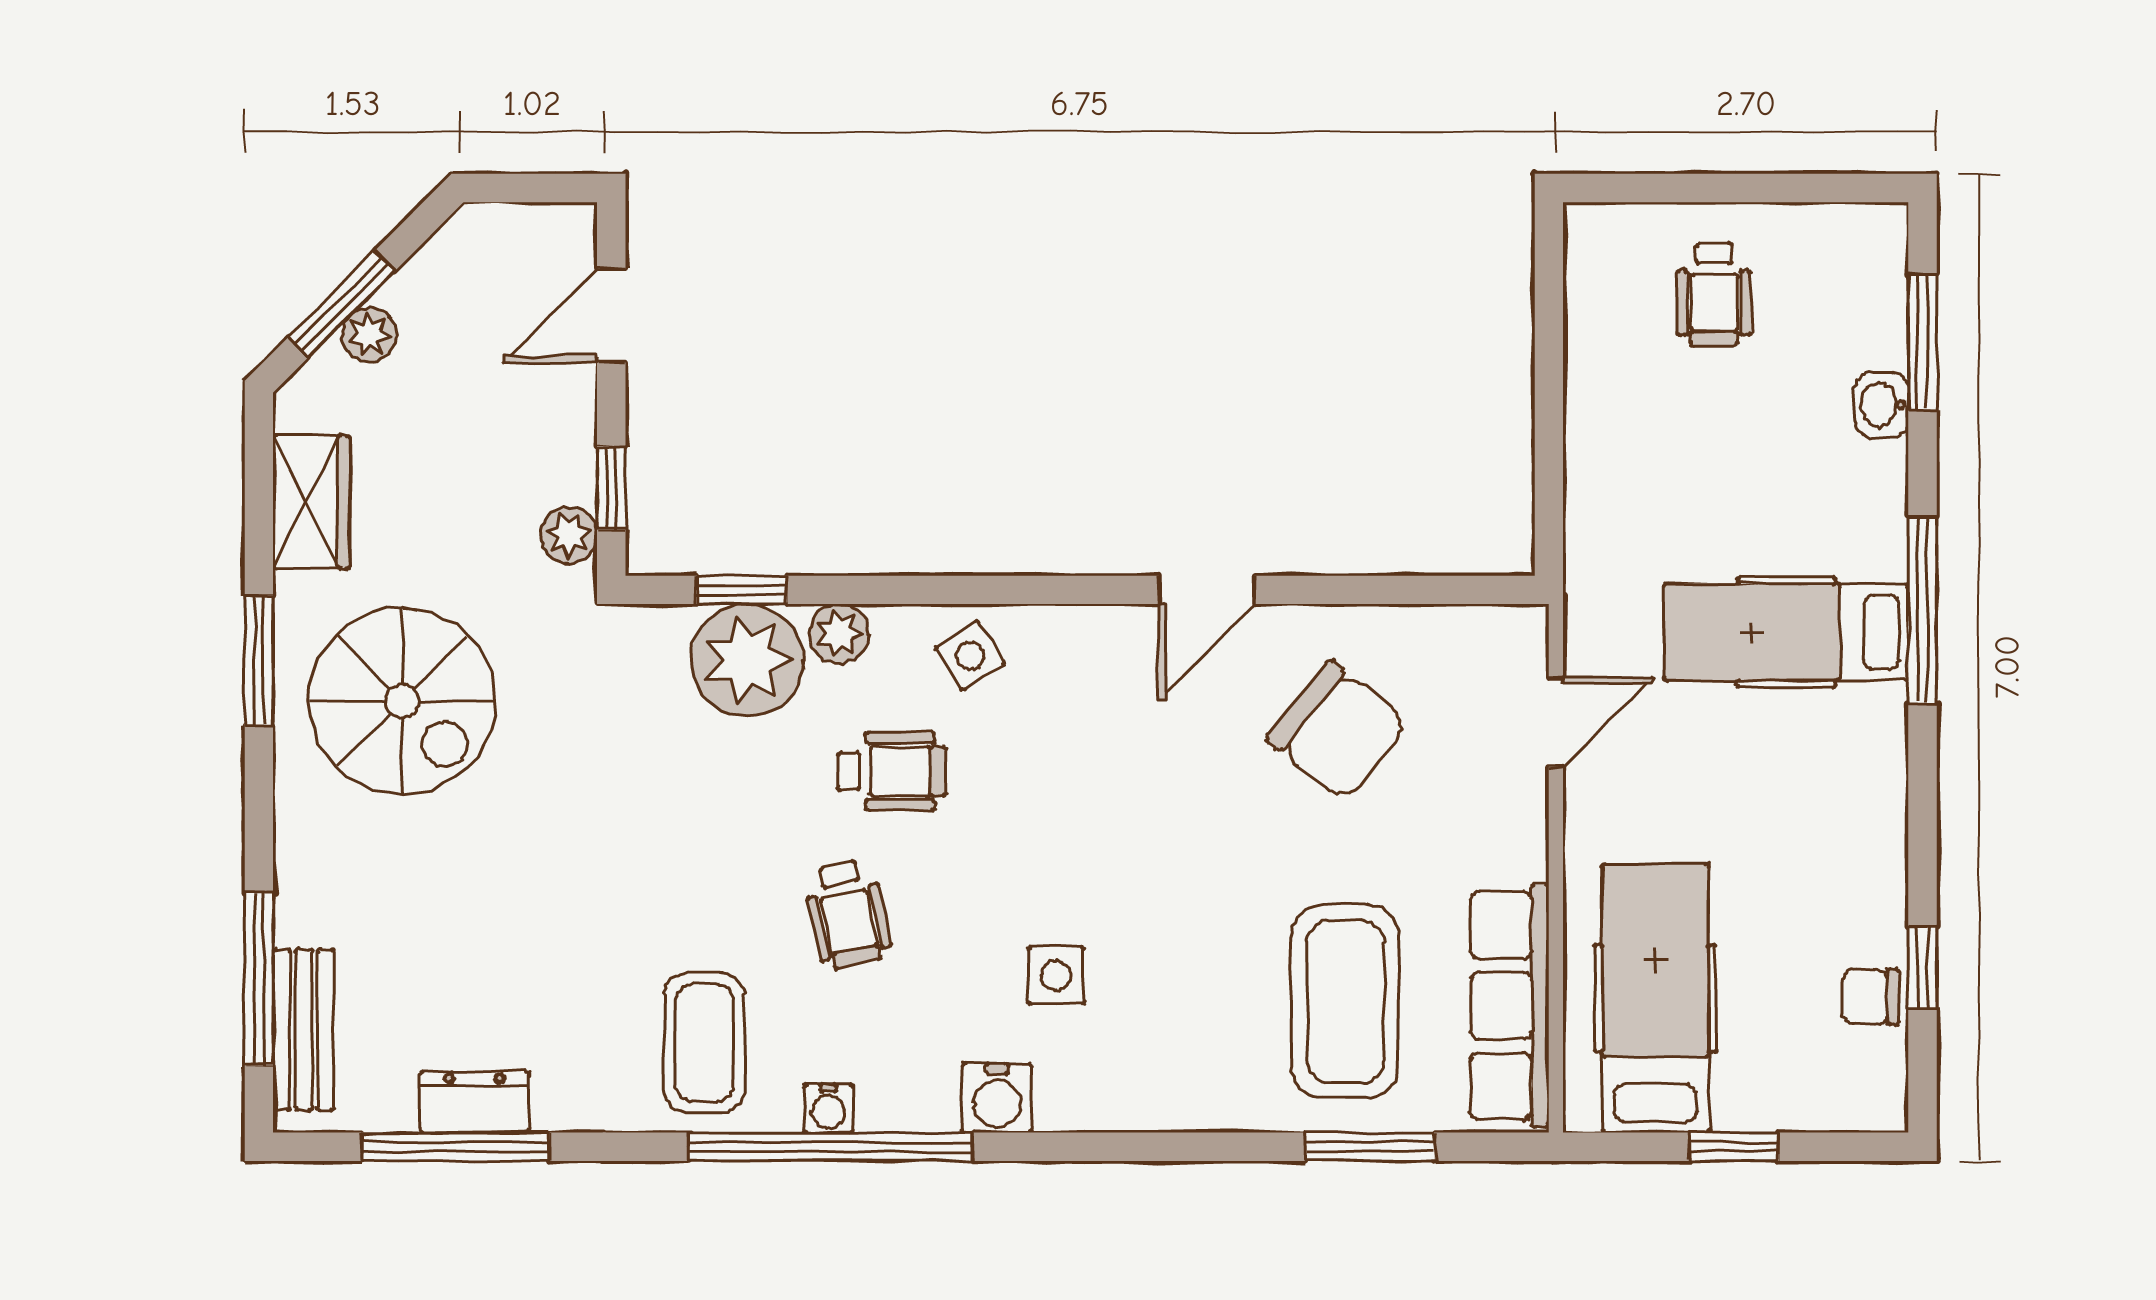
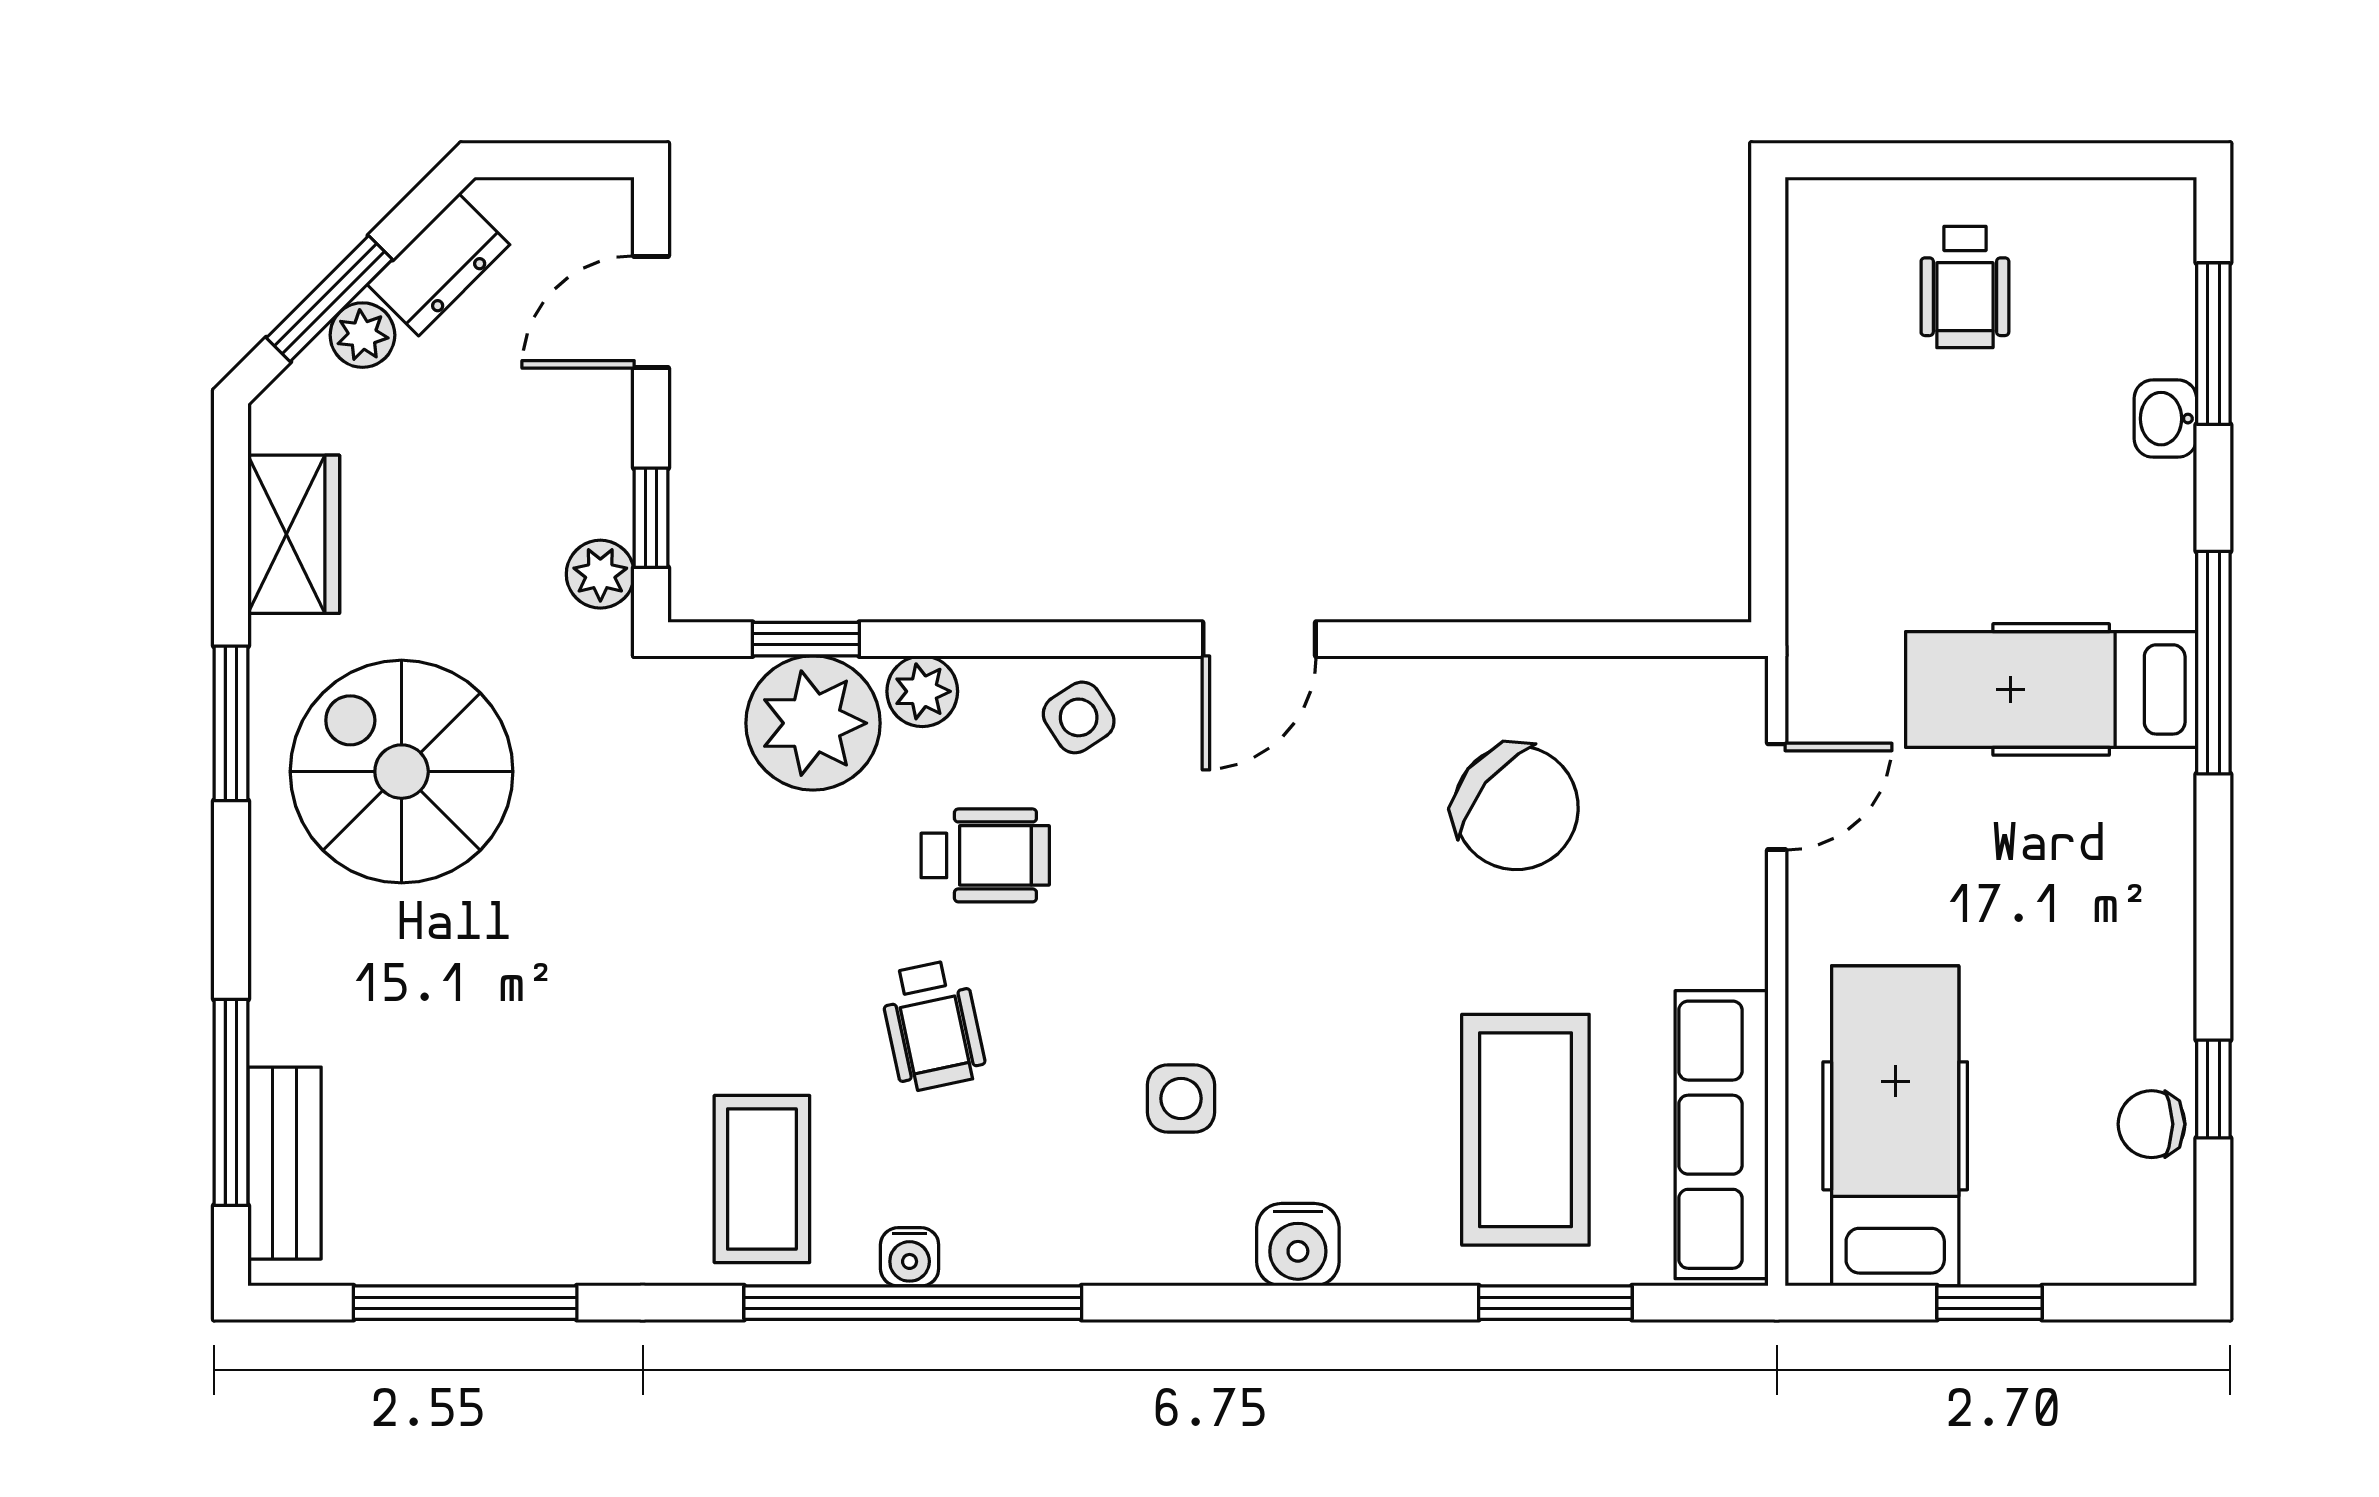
door: (1207, 590) -> (1259, 639), moved
spiral stairs: (402, 701) -> (402, 772), turned 180
water cooler: (997, 1098) -> (1298, 1245), moved
dresser: (474, 1102) -> (439, 265), moved, turned 135

